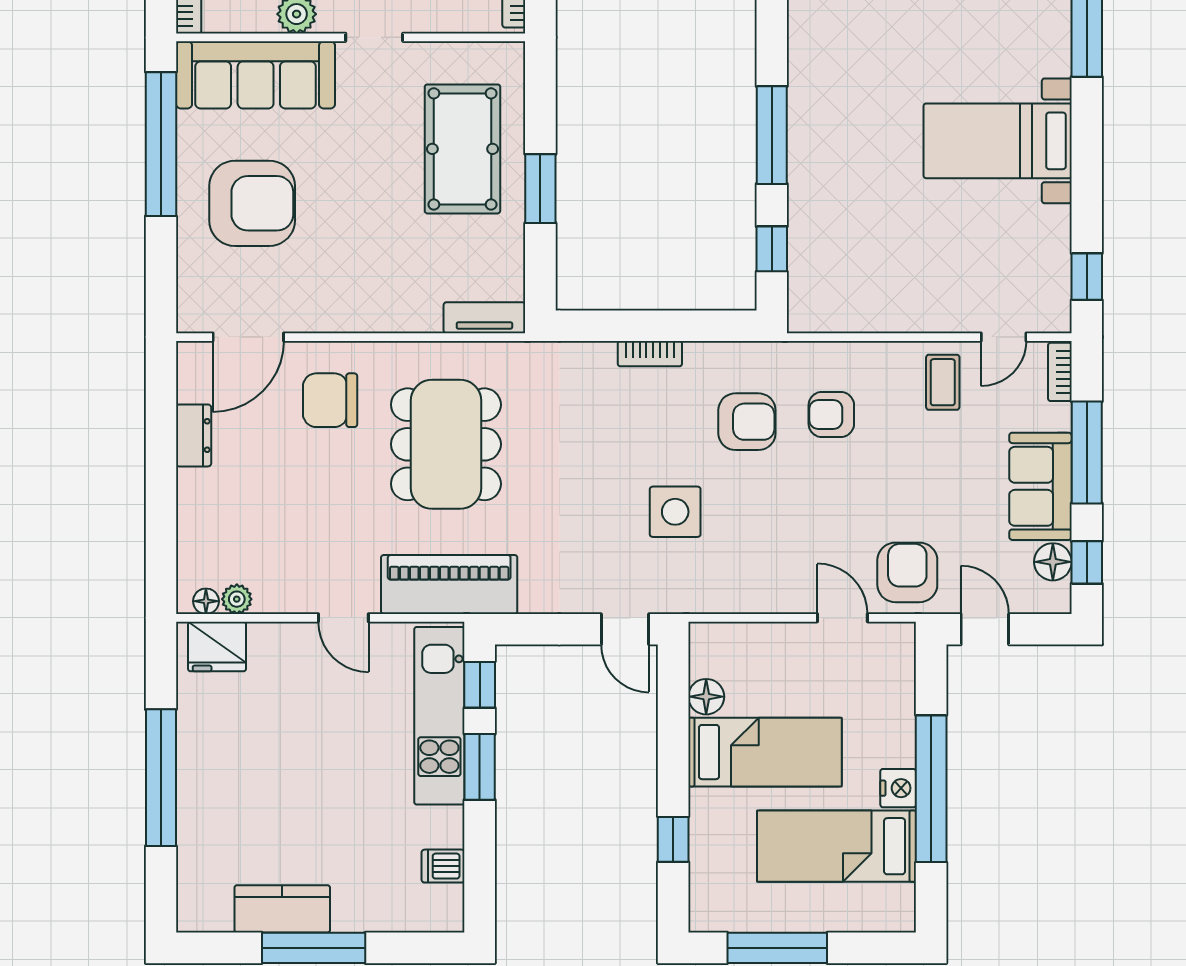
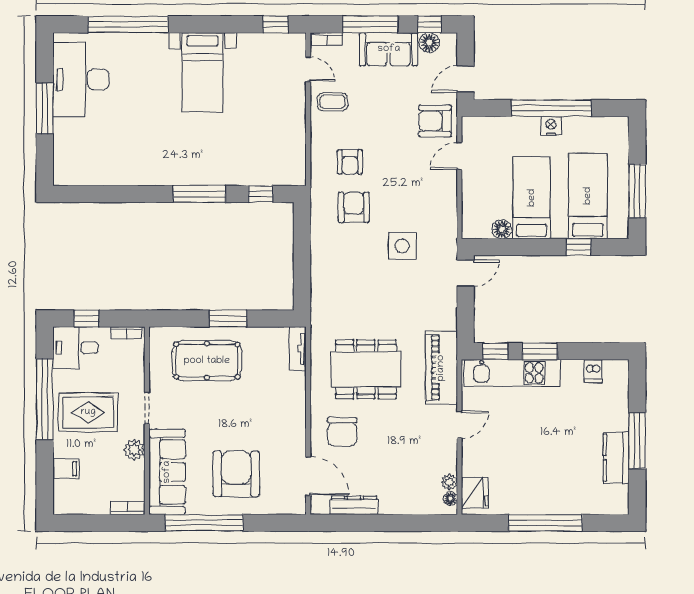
bookcase: (650, 354) -> (317, 260), removed
dresser: (194, 435) -> (354, 505), width x1.44
bed: (837, 846) -> (588, 196), moved, turned 180

